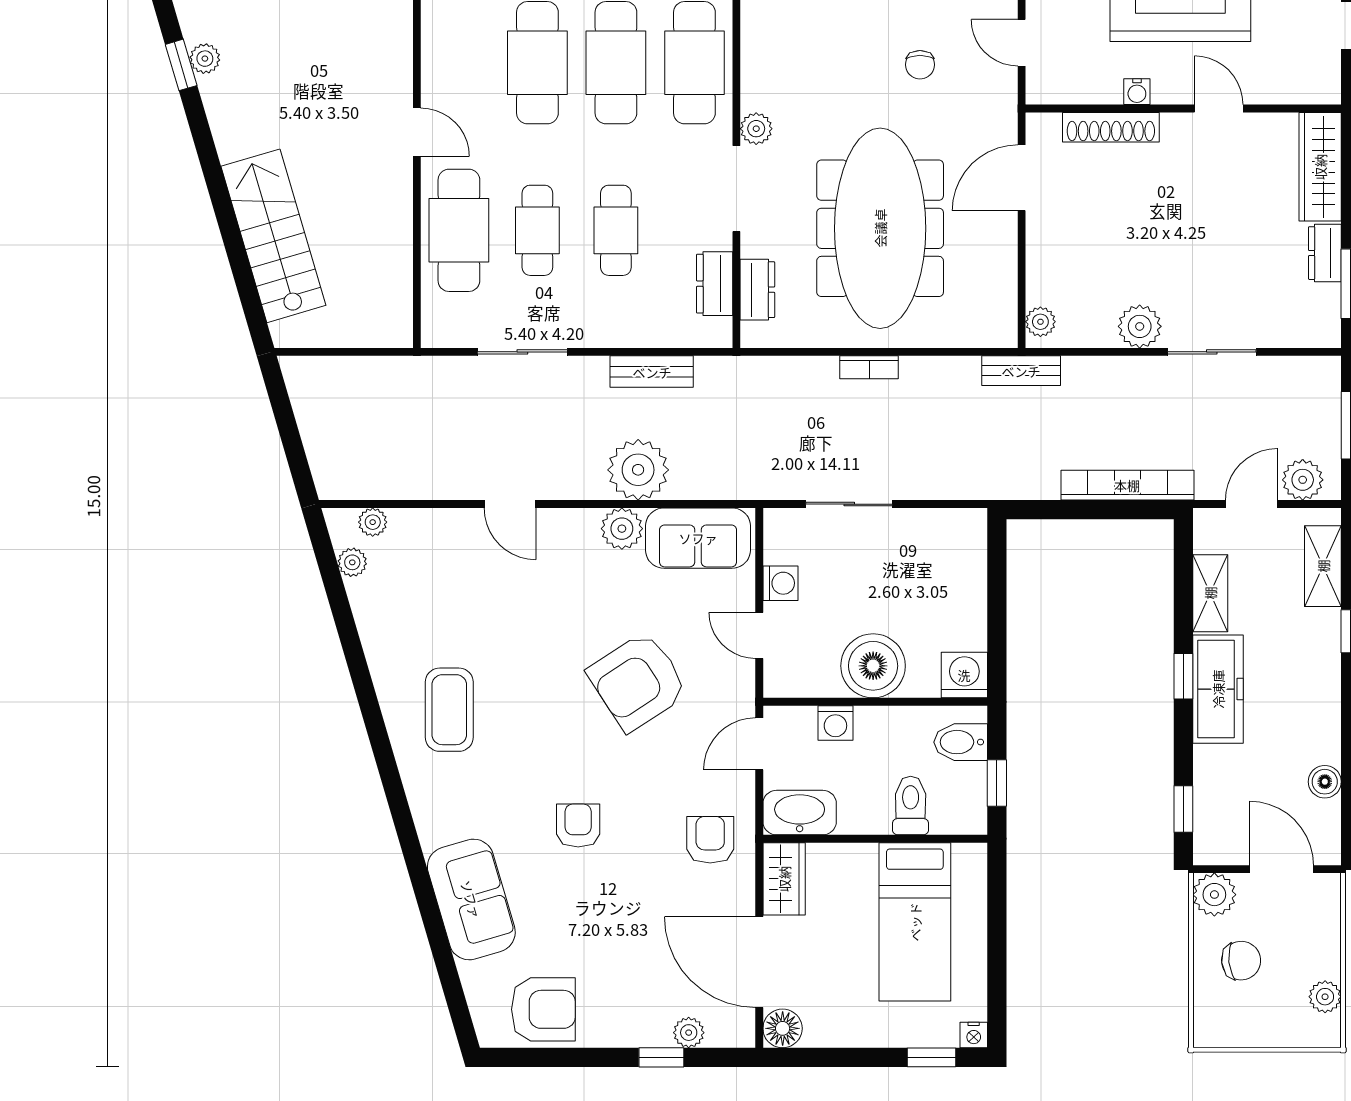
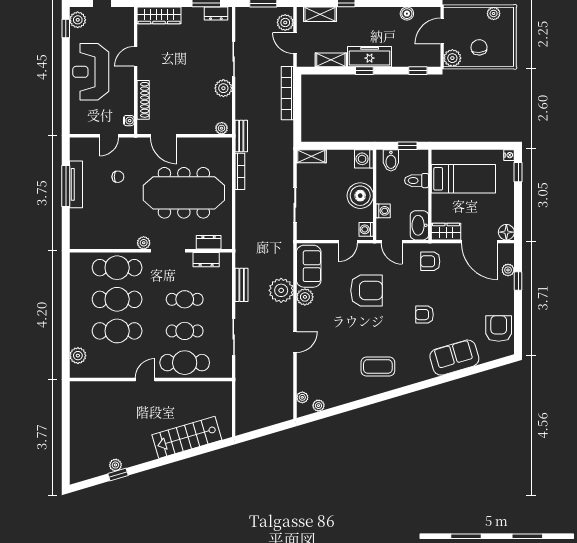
water cooler: (1137, 92) -> (129, 121), moved
dresser: (1325, 253) -> (216, 14), moved
bookcase: (869, 367) -> (240, 171), moved, width x1.56
shelving: (971, 545) -> (311, 156), added
washing machine: (780, 583) -> (366, 229), moved, turned -90
armchair: (638, 682) -> (367, 290), turned -57
door: (759, 962) -> (480, 242), hinge flipped

